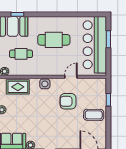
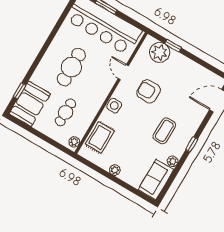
plant: (99, 93) -> (160, 52), added
armchair: (68, 101) -> (149, 91), turned 90
coffee table: (94, 115) -> (164, 131), moved

